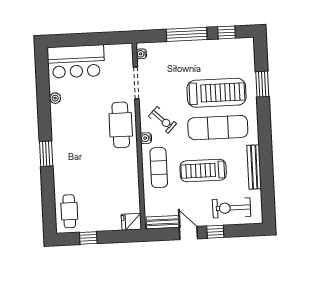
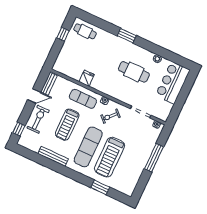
window: (227, 32) -> (143, 182), removed
cafe table: (121, 125) -> (134, 72), moved
treadmill: (203, 170) -> (67, 125), turned 180
exercise bike: (232, 208) -> (38, 119), moved
fridge: (131, 222) -> (87, 78), moved
window: (215, 232) -> (19, 129), moved

